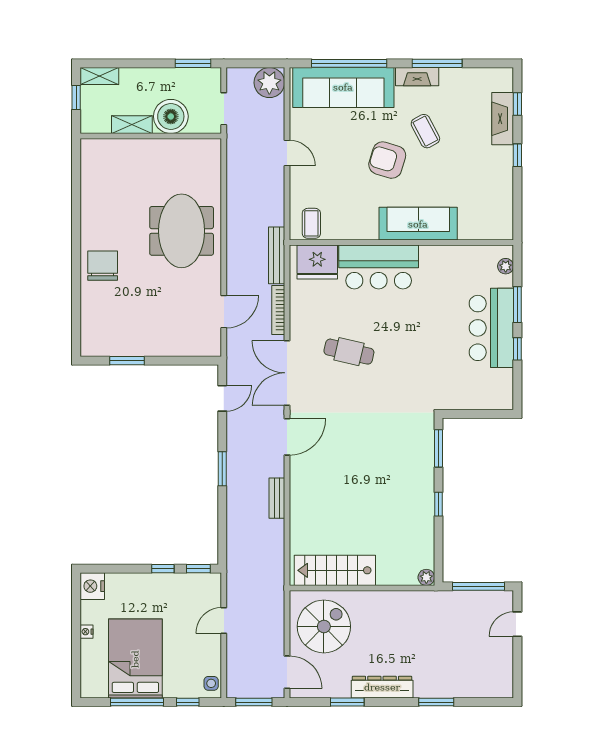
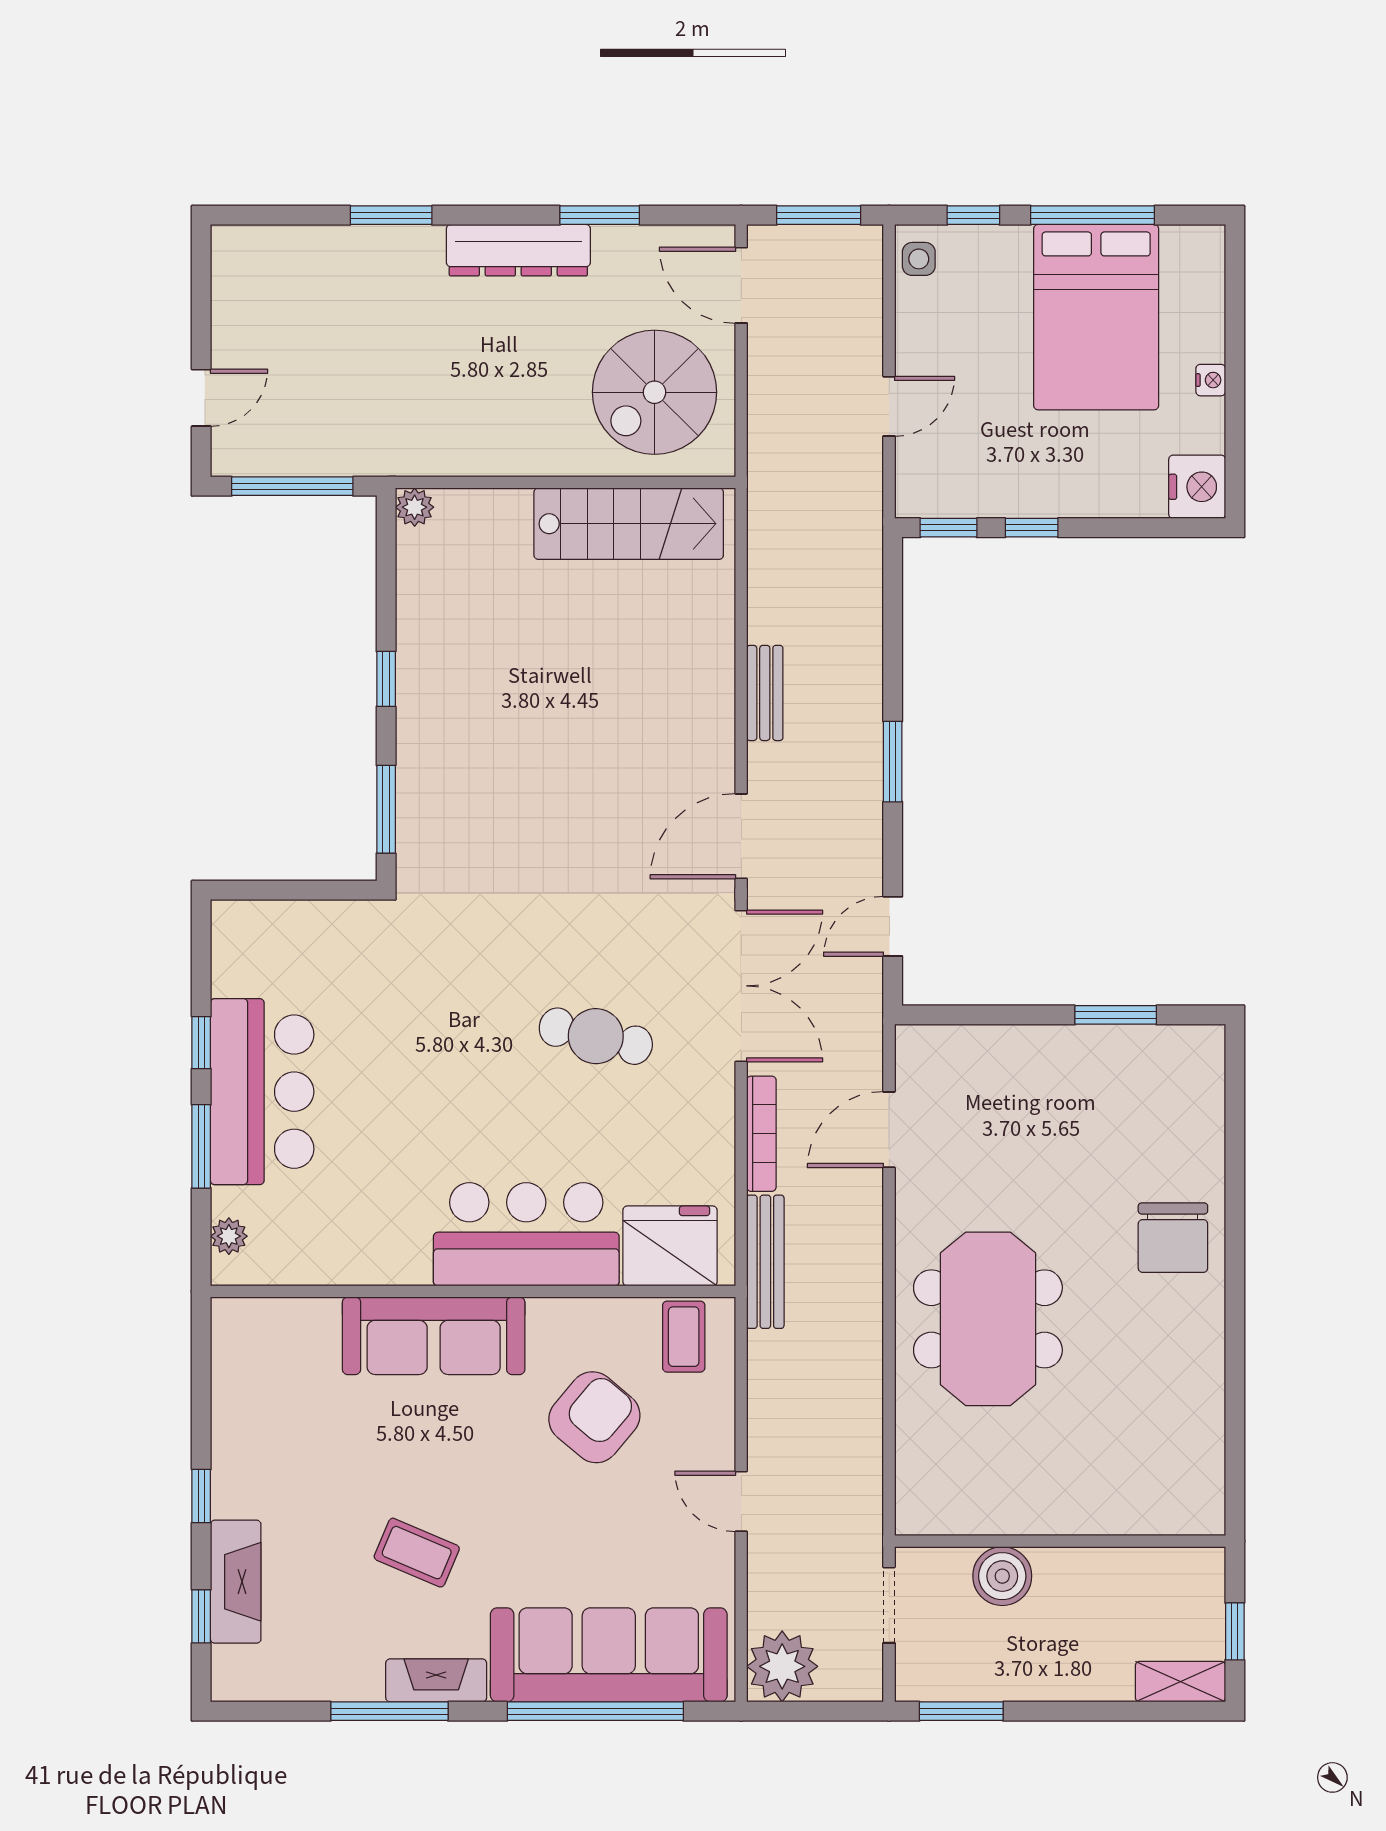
boiler: (171, 116) -> (1002, 1576), width x0.73, depth x0.73
shelving: (132, 125) -> (1104, 1568), removed
coffee table: (425, 131) -> (417, 1553), turned -39
armchair: (387, 160) -> (594, 1417), moved, turned -67

